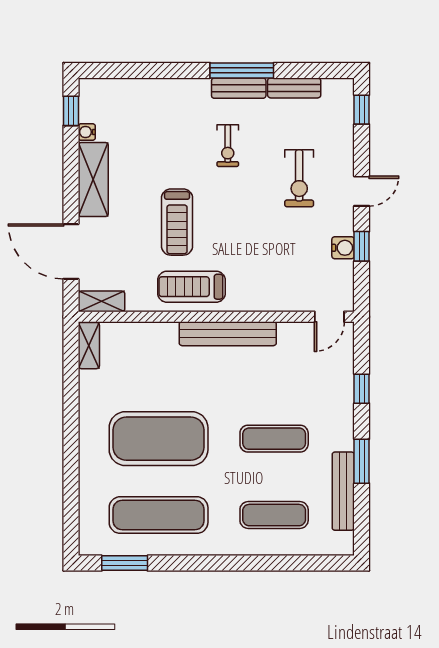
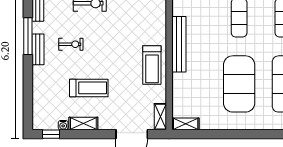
bench: (239, 88) -> (38, 49), moved
shelving: (93, 180) -> (83, 124), width x0.67, depth x0.75
treadmill: (177, 222) -> (89, 88), moved

